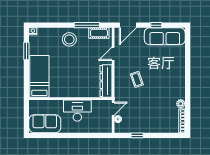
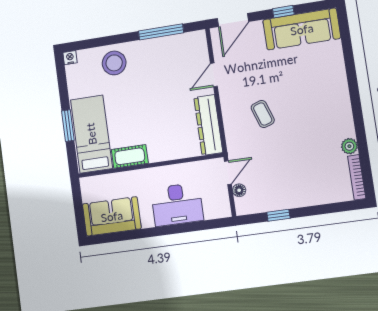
cot: (99, 33) -> (130, 156), moved
stool: (69, 39) -> (114, 63), moved
window: (26, 51) -> (68, 126), moved
desk: (77, 111) -> (177, 204), moved, turned 180

